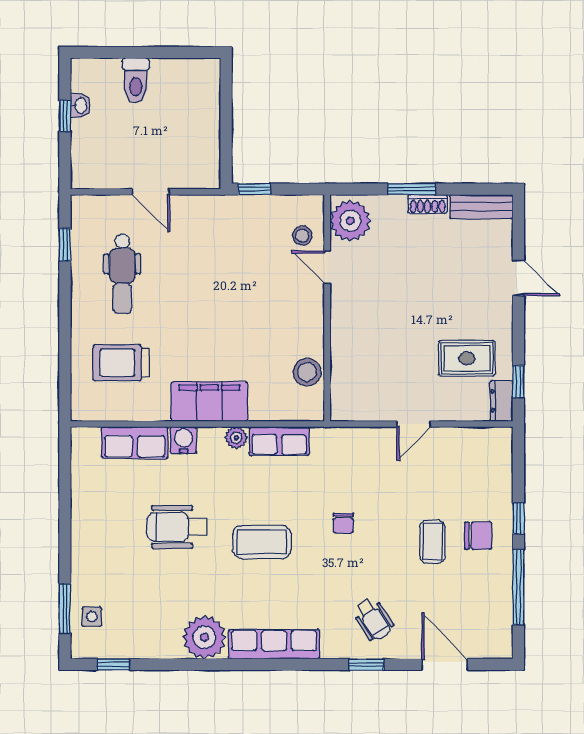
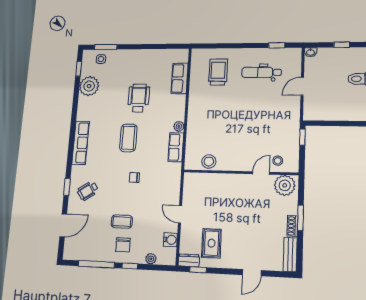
washbasin: (80, 106) -> (310, 52), moved
filing cabinet: (209, 401) -> (197, 114), removed
water cooler: (184, 440) -> (170, 240), moved
plant: (502, 477) -> (151, 259), added
plant: (204, 637) -> (89, 86), moved

